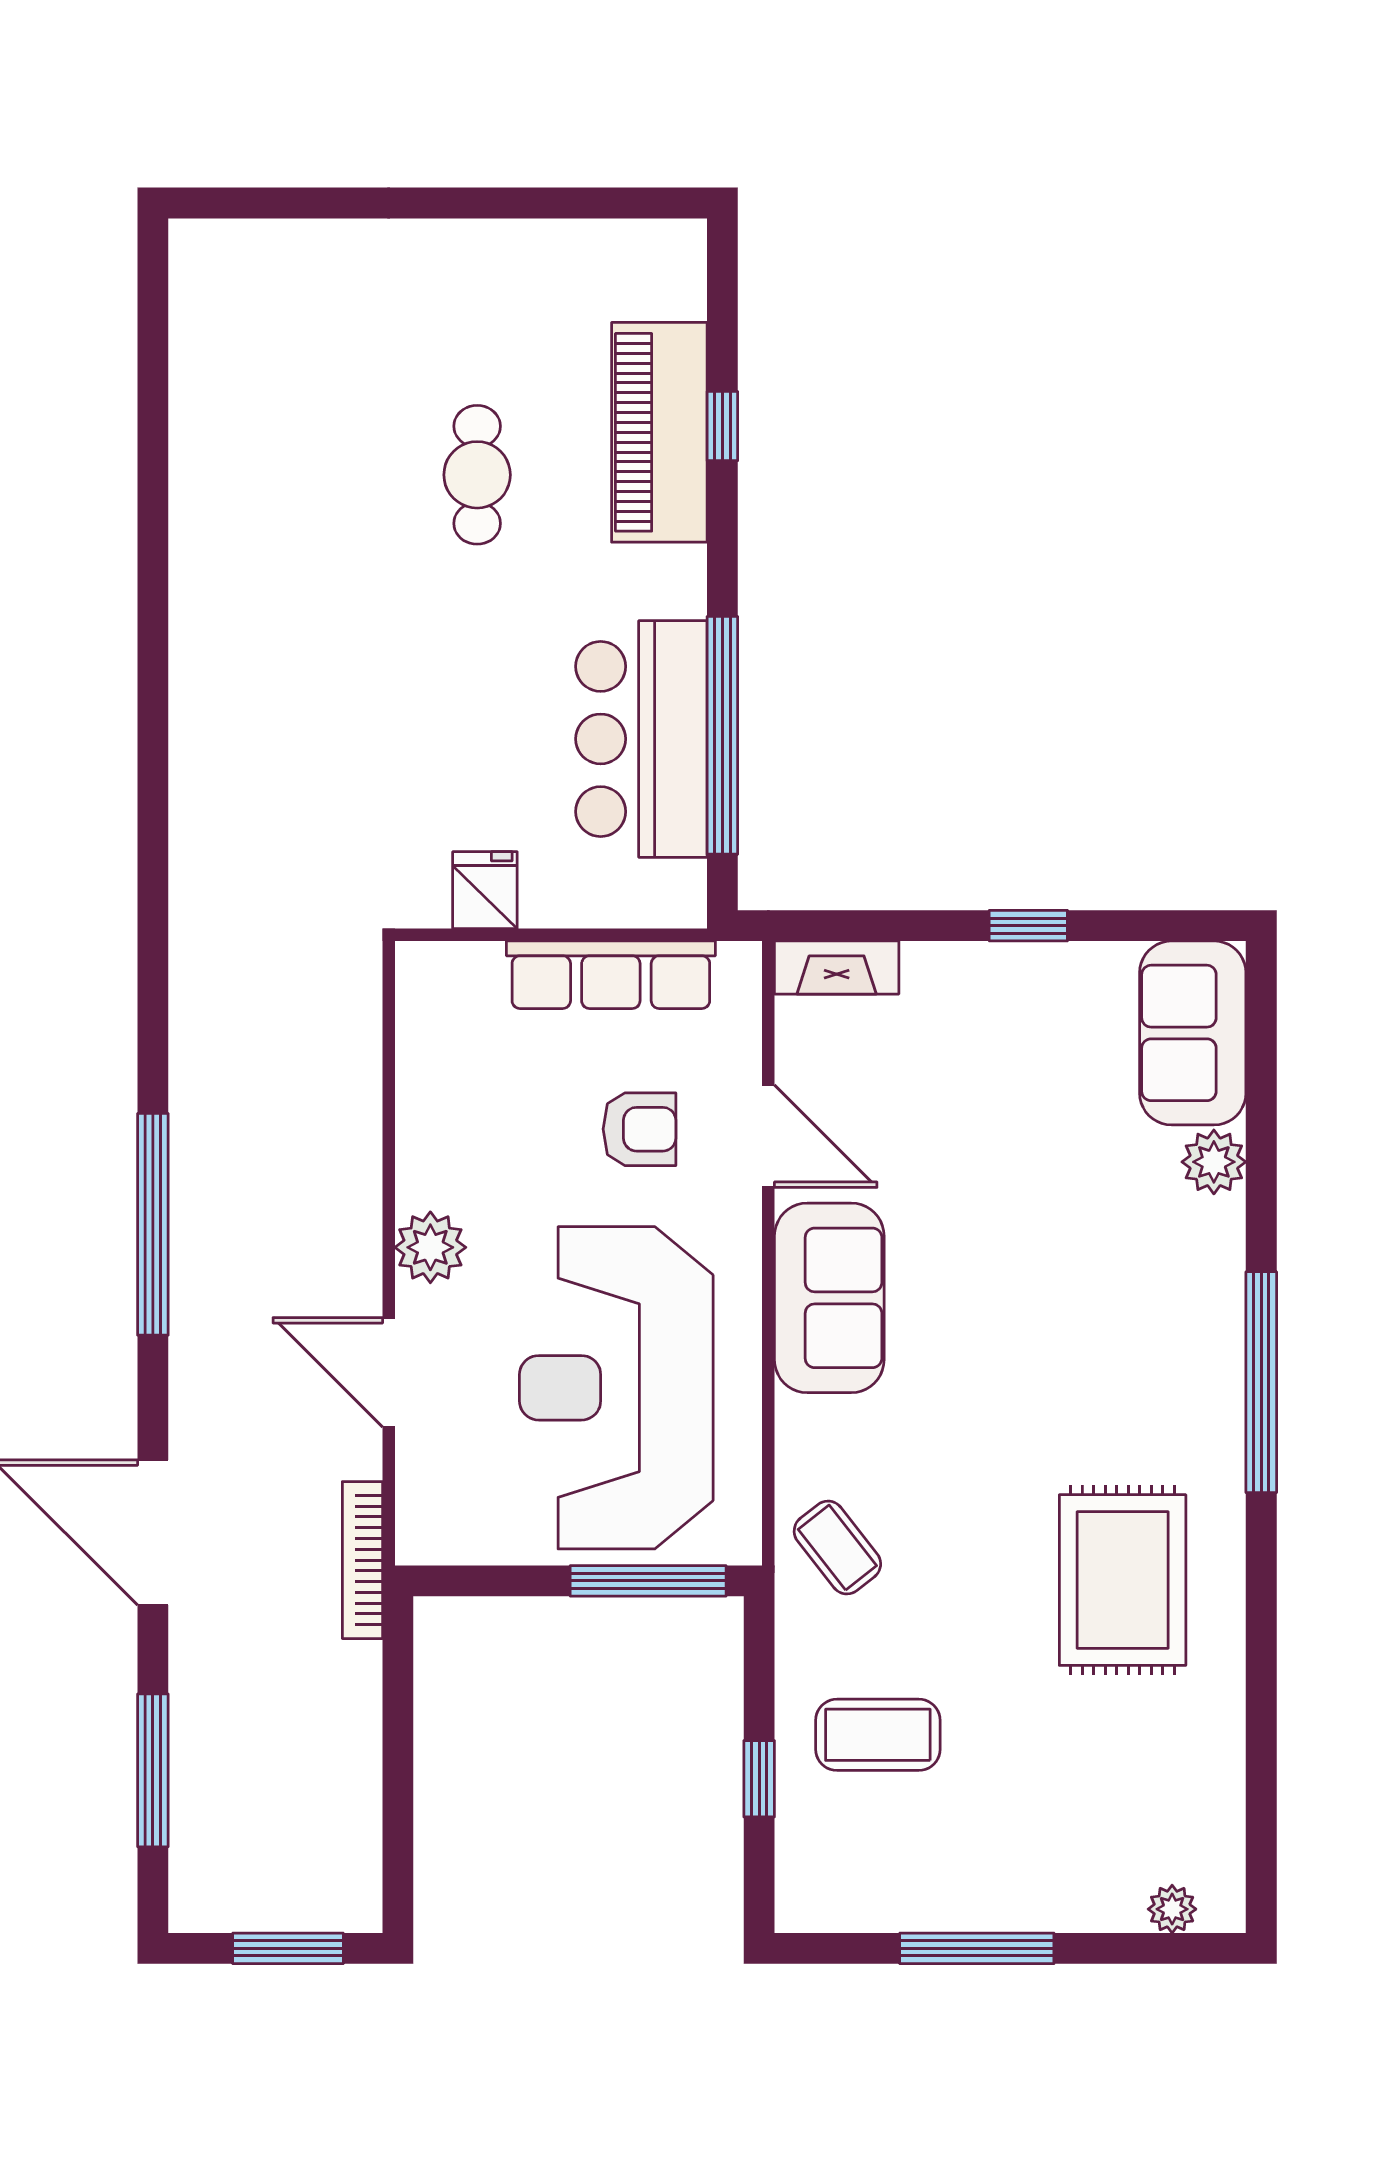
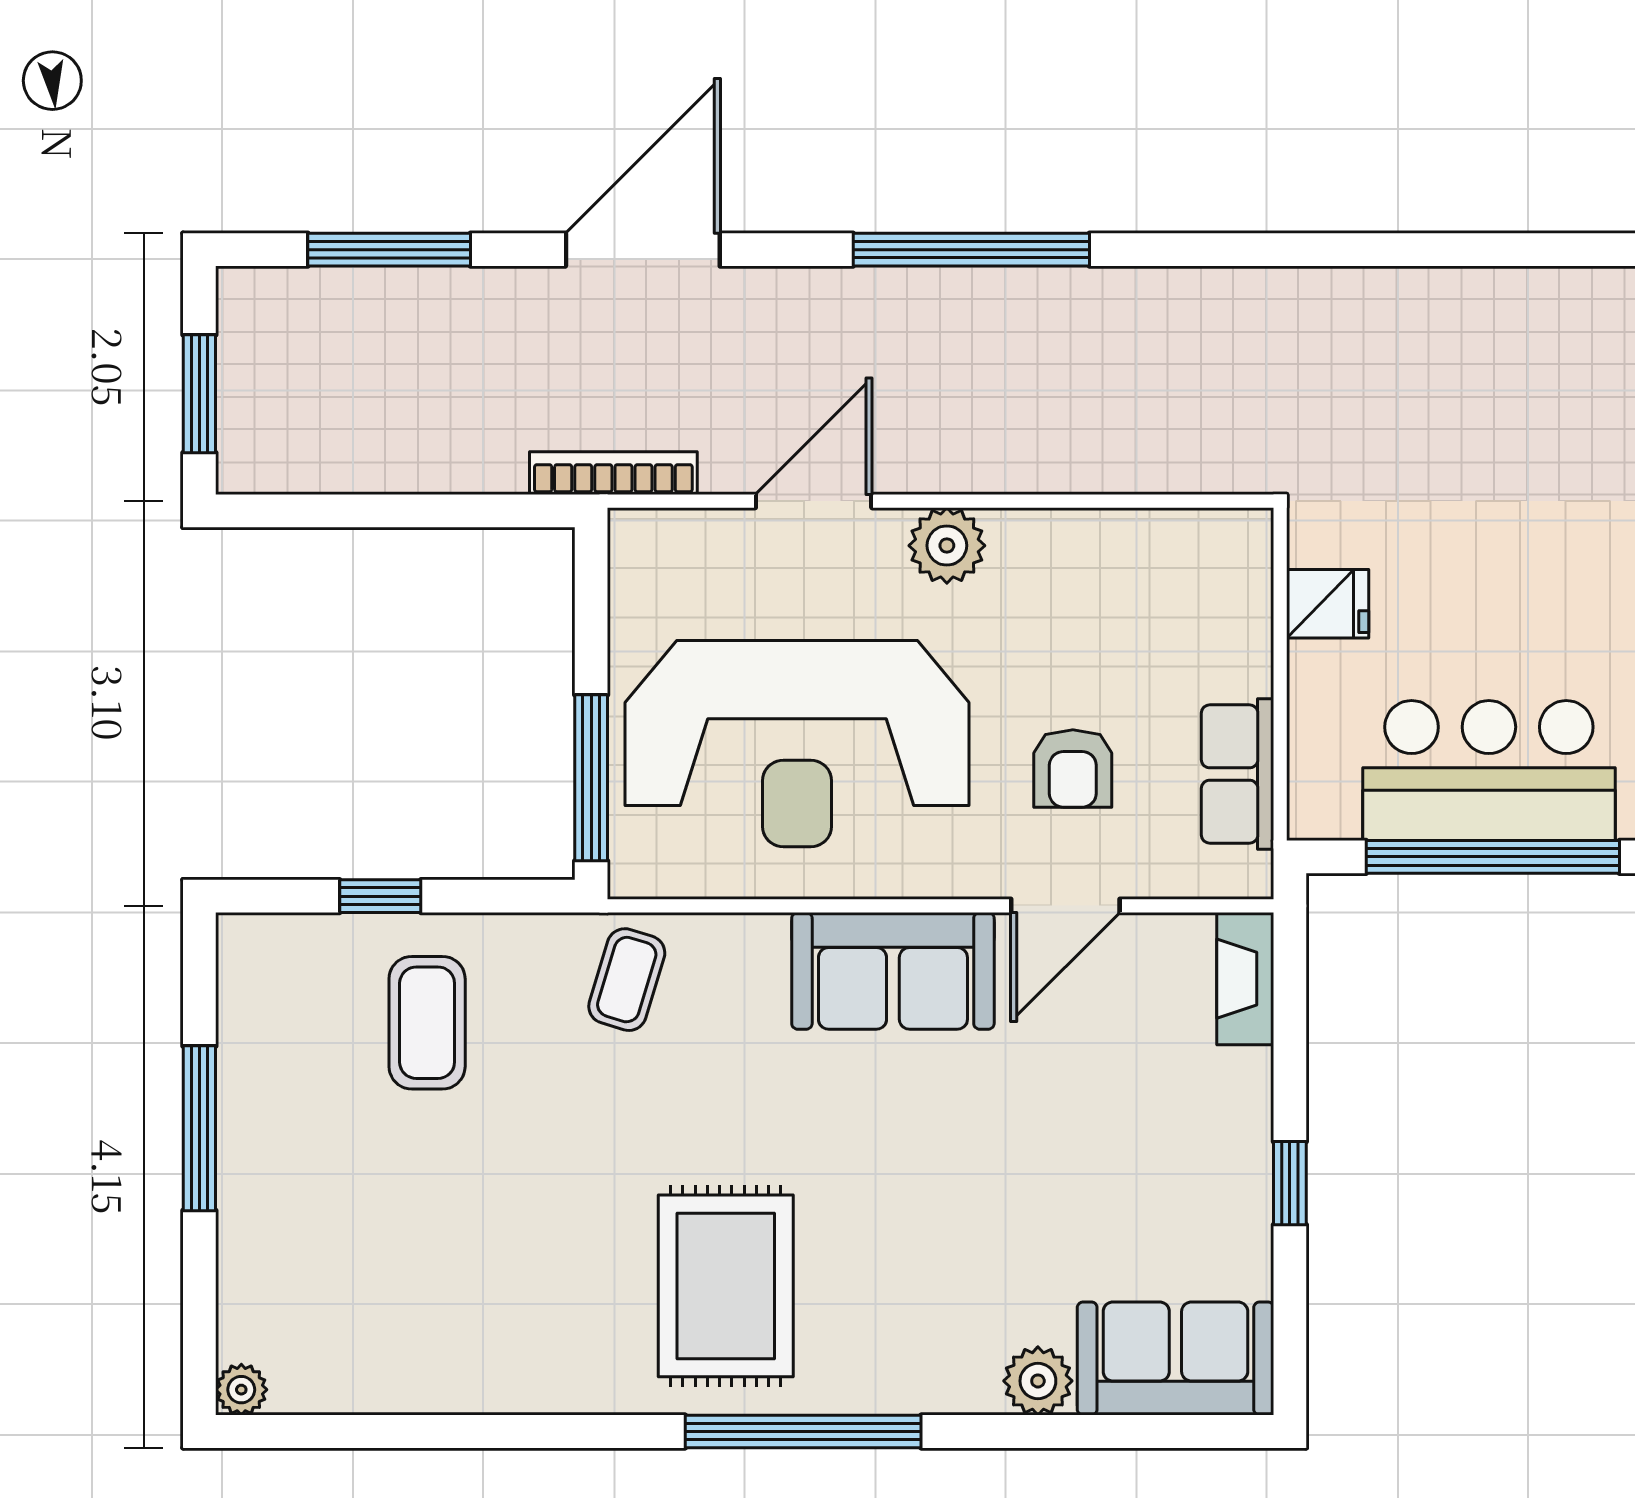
row of seats: (611, 975) -> (1238, 774), width x0.68
reception desk: (616, 1388) -> (797, 744), turned 180
coffee table: (837, 1547) -> (627, 980), turned -35
rug: (1123, 1580) -> (726, 1286), moved, turned 90
plant: (1172, 1909) -> (241, 1390), moved

